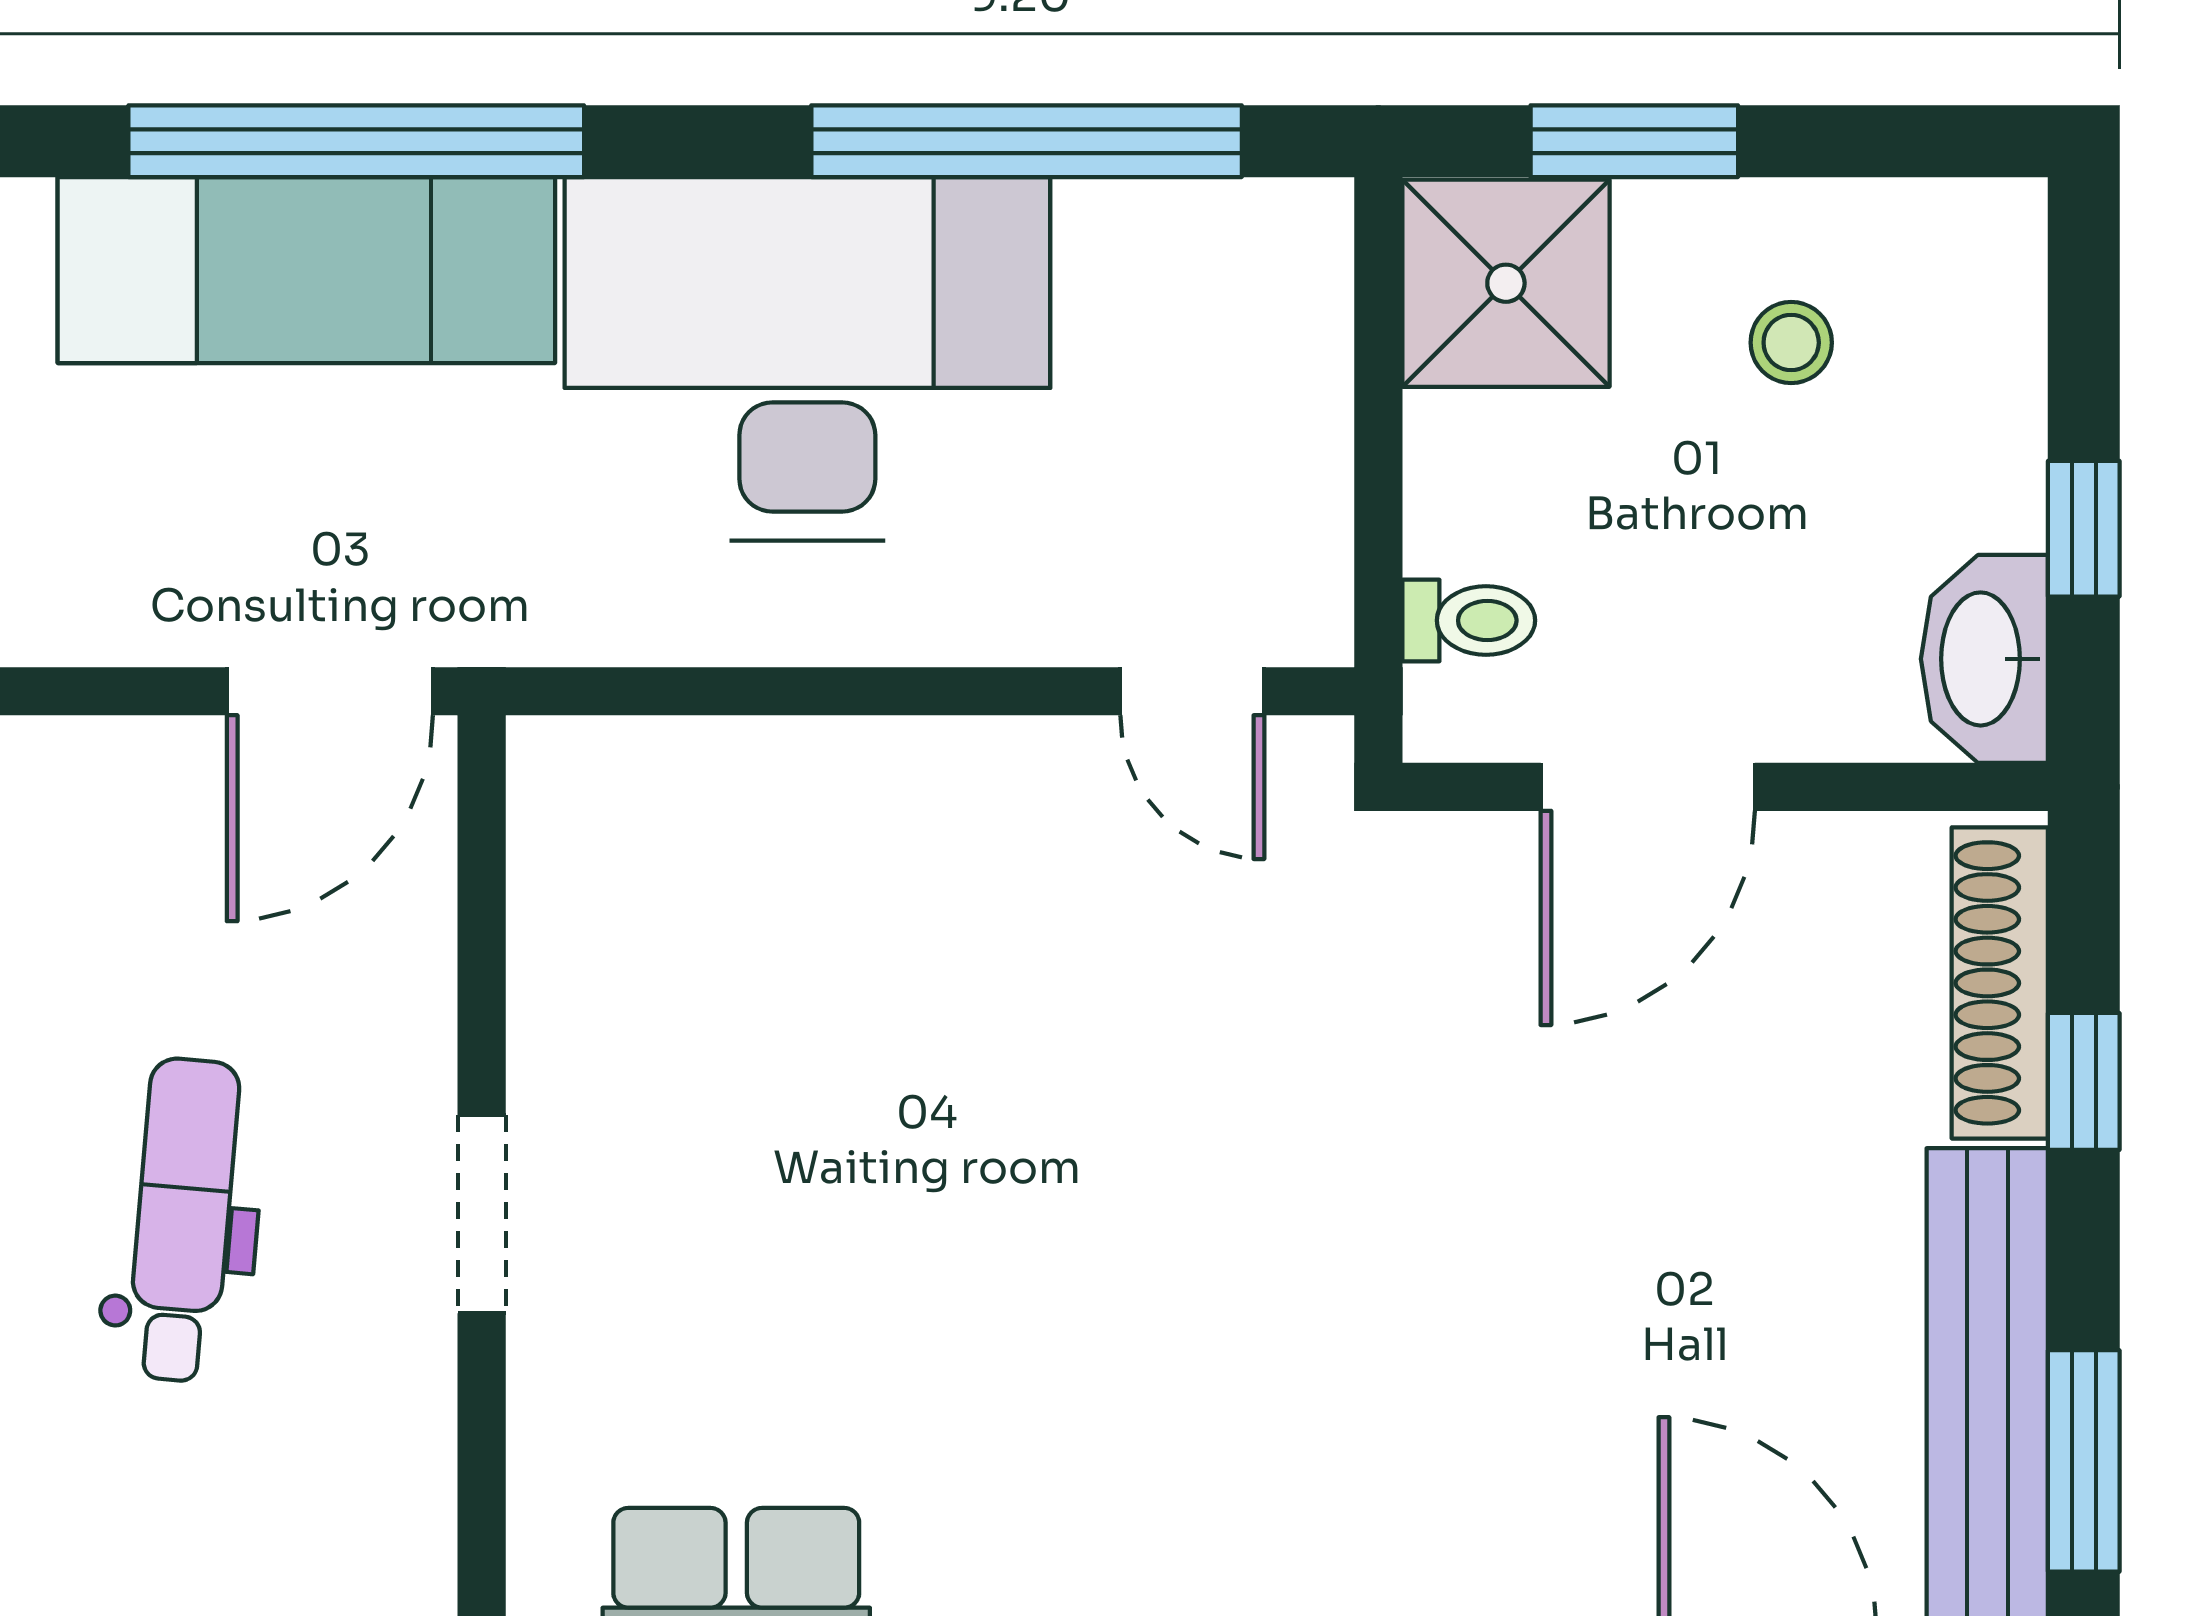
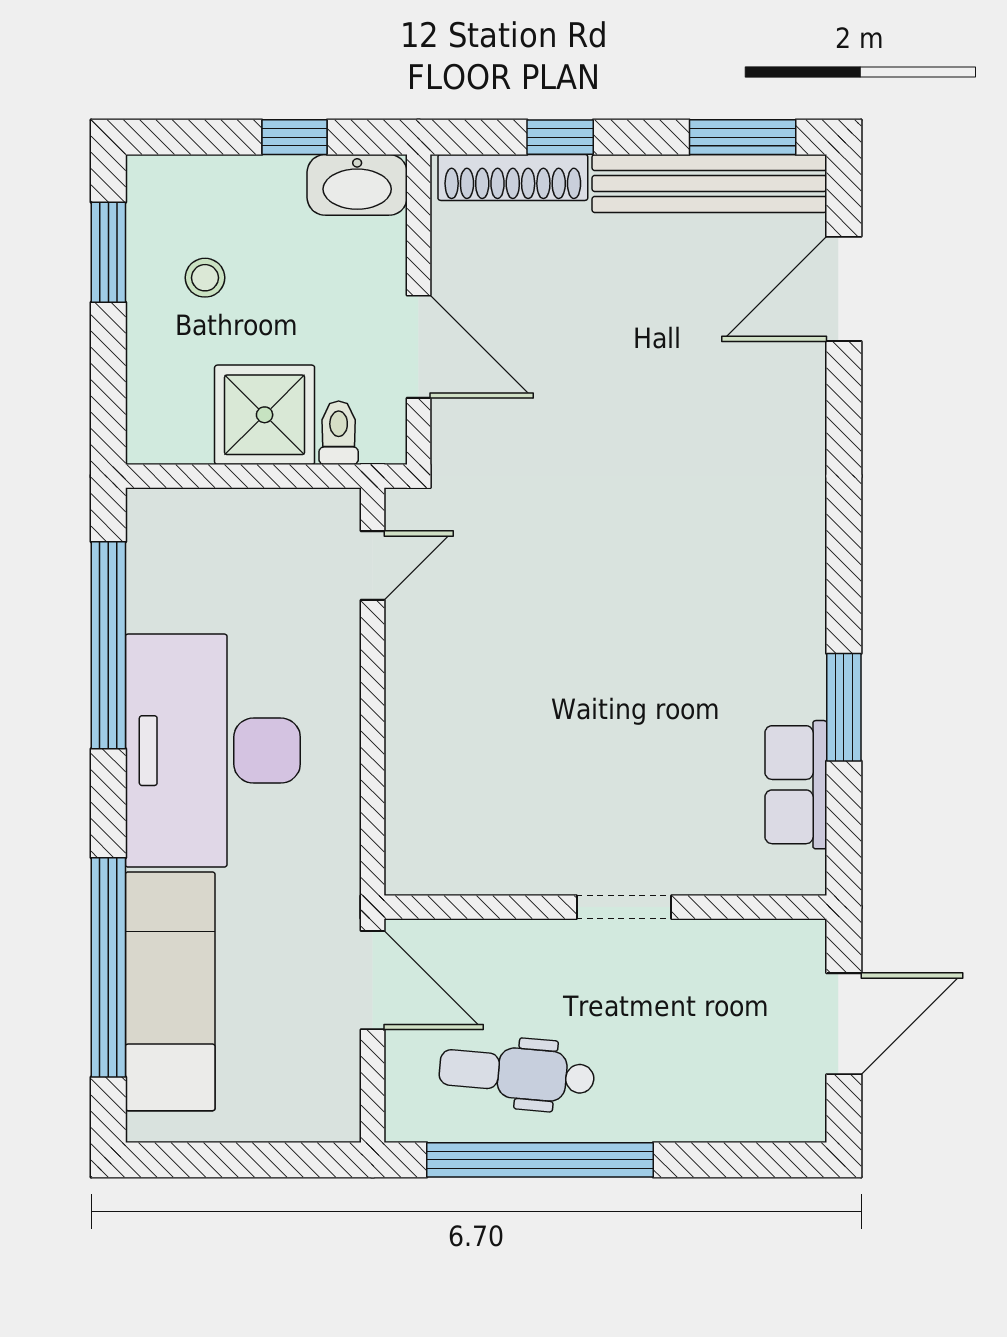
window: (1634, 141) -> (108, 252), moved
shower: (1506, 283) -> (265, 415), moved
dental chair: (183, 1220) -> (517, 1073), moved

